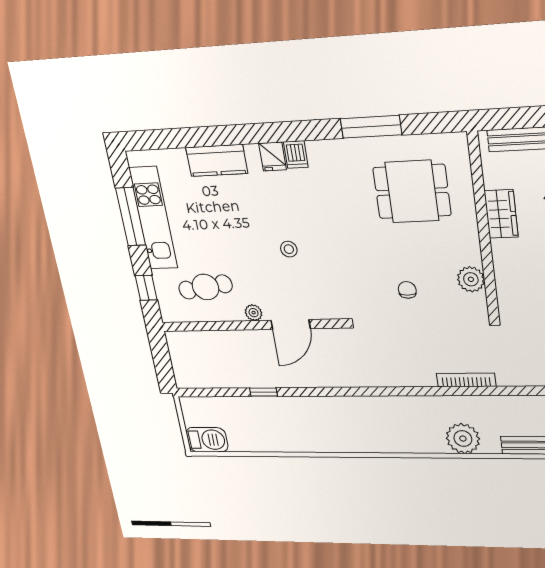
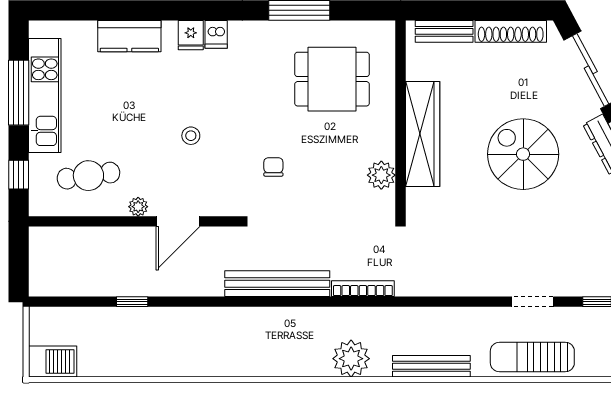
wardrobe: (501, 214) -> (423, 134), width x2.10, depth x1.17
chair: (407, 290) -> (273, 167), moved
bench: (387, 376) -> (277, 284), added

